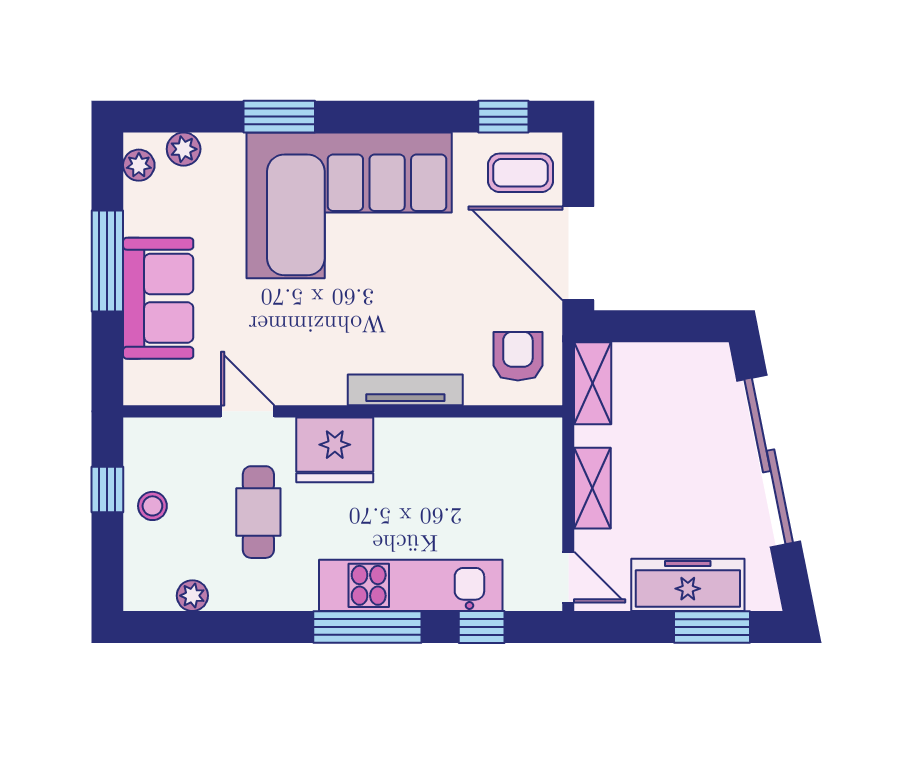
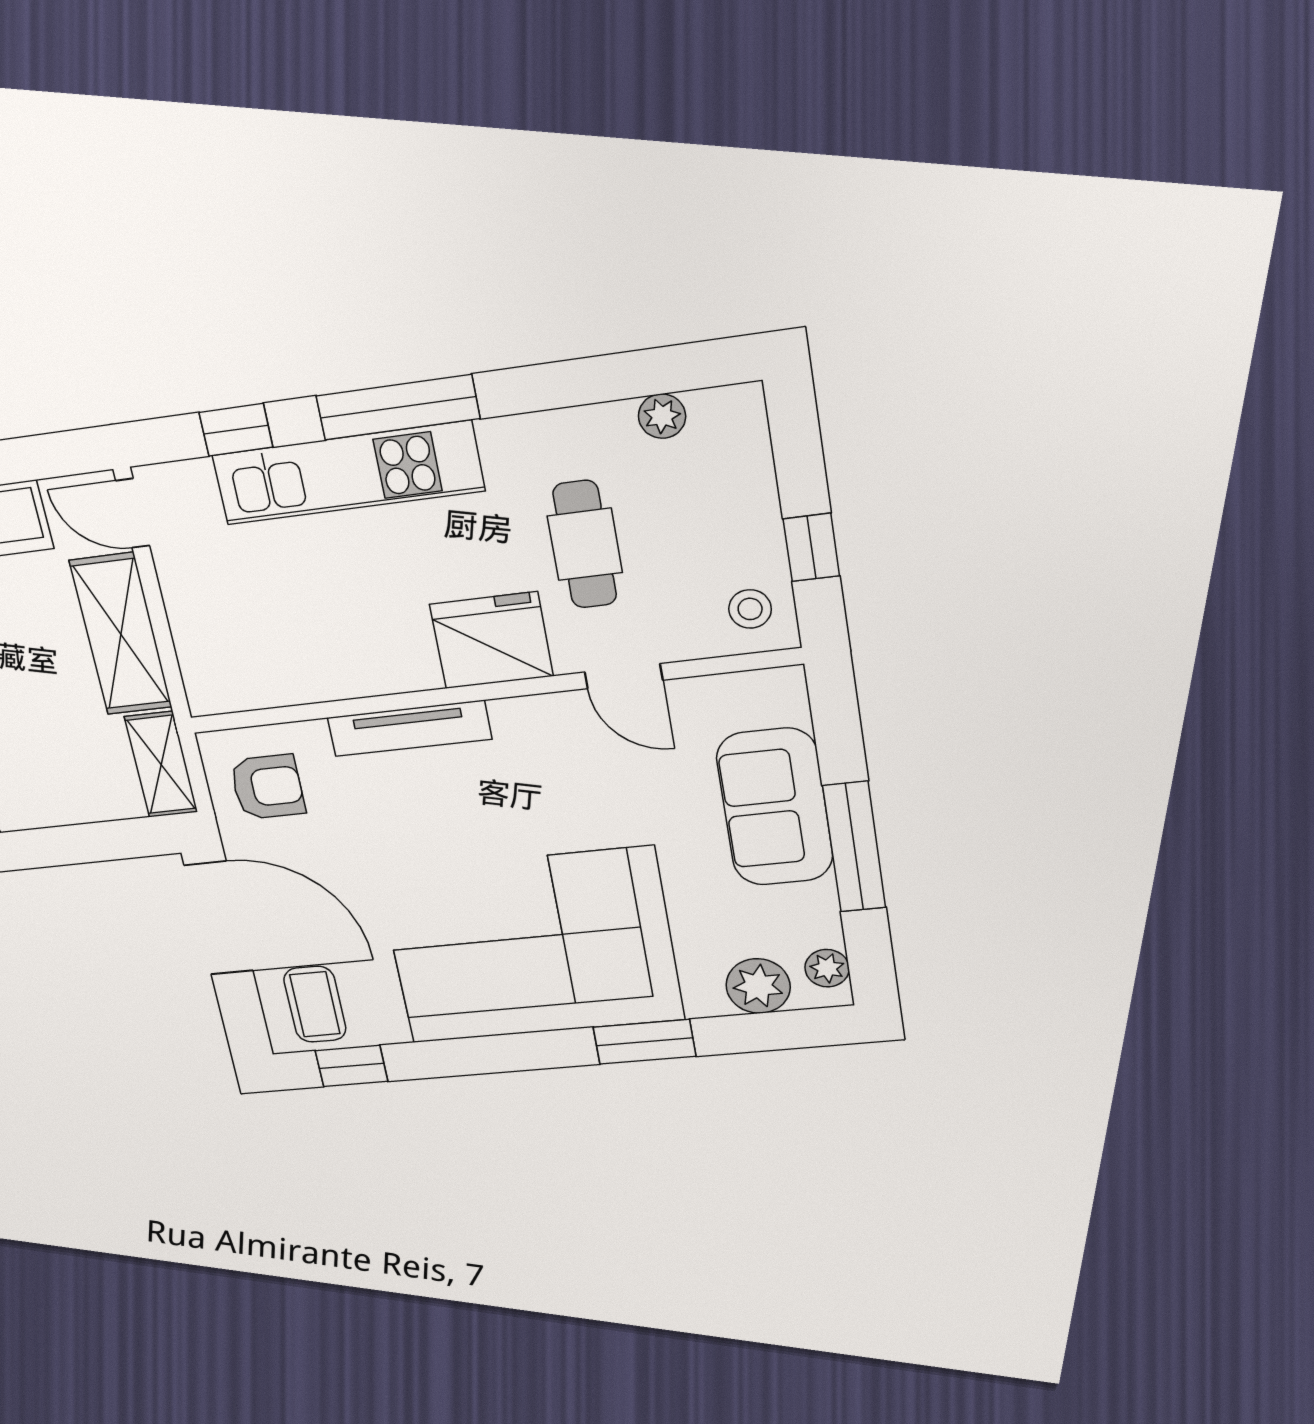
plant: (184, 149) -> (758, 986), width x1.38, depth x1.38
coffee table: (520, 173) -> (315, 1004), turned 90
armchair: (518, 356) -> (267, 787), turned -90
shelving: (592, 488) -> (121, 634), width x1.50, depth x1.33
stool: (152, 506) -> (750, 609), moved

